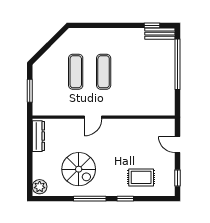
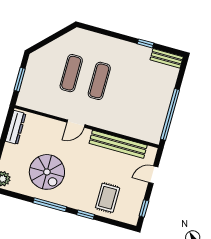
window: (152, 25) -> (146, 43), moved
window: (177, 64) -> (170, 114), moved
bench: (137, 125) -> (118, 144), added
door: (177, 144) -> (153, 175), hinge flipped
rug: (141, 177) -> (108, 198), turned 90

